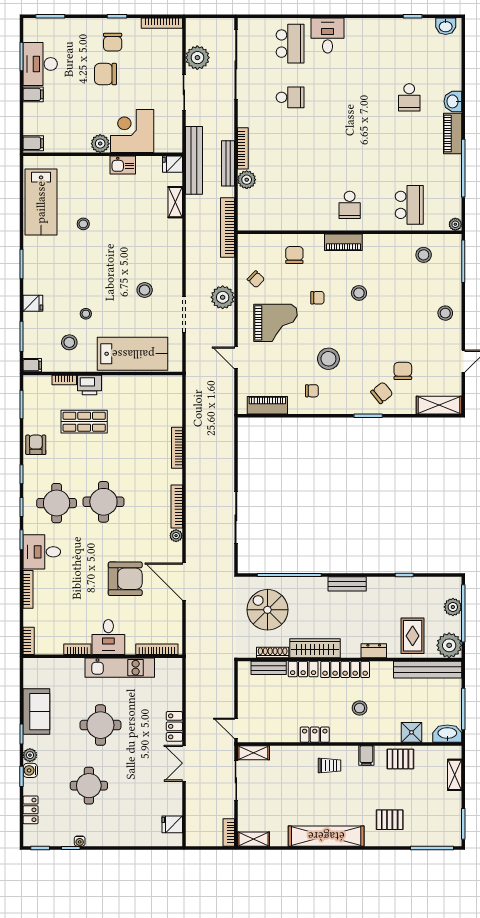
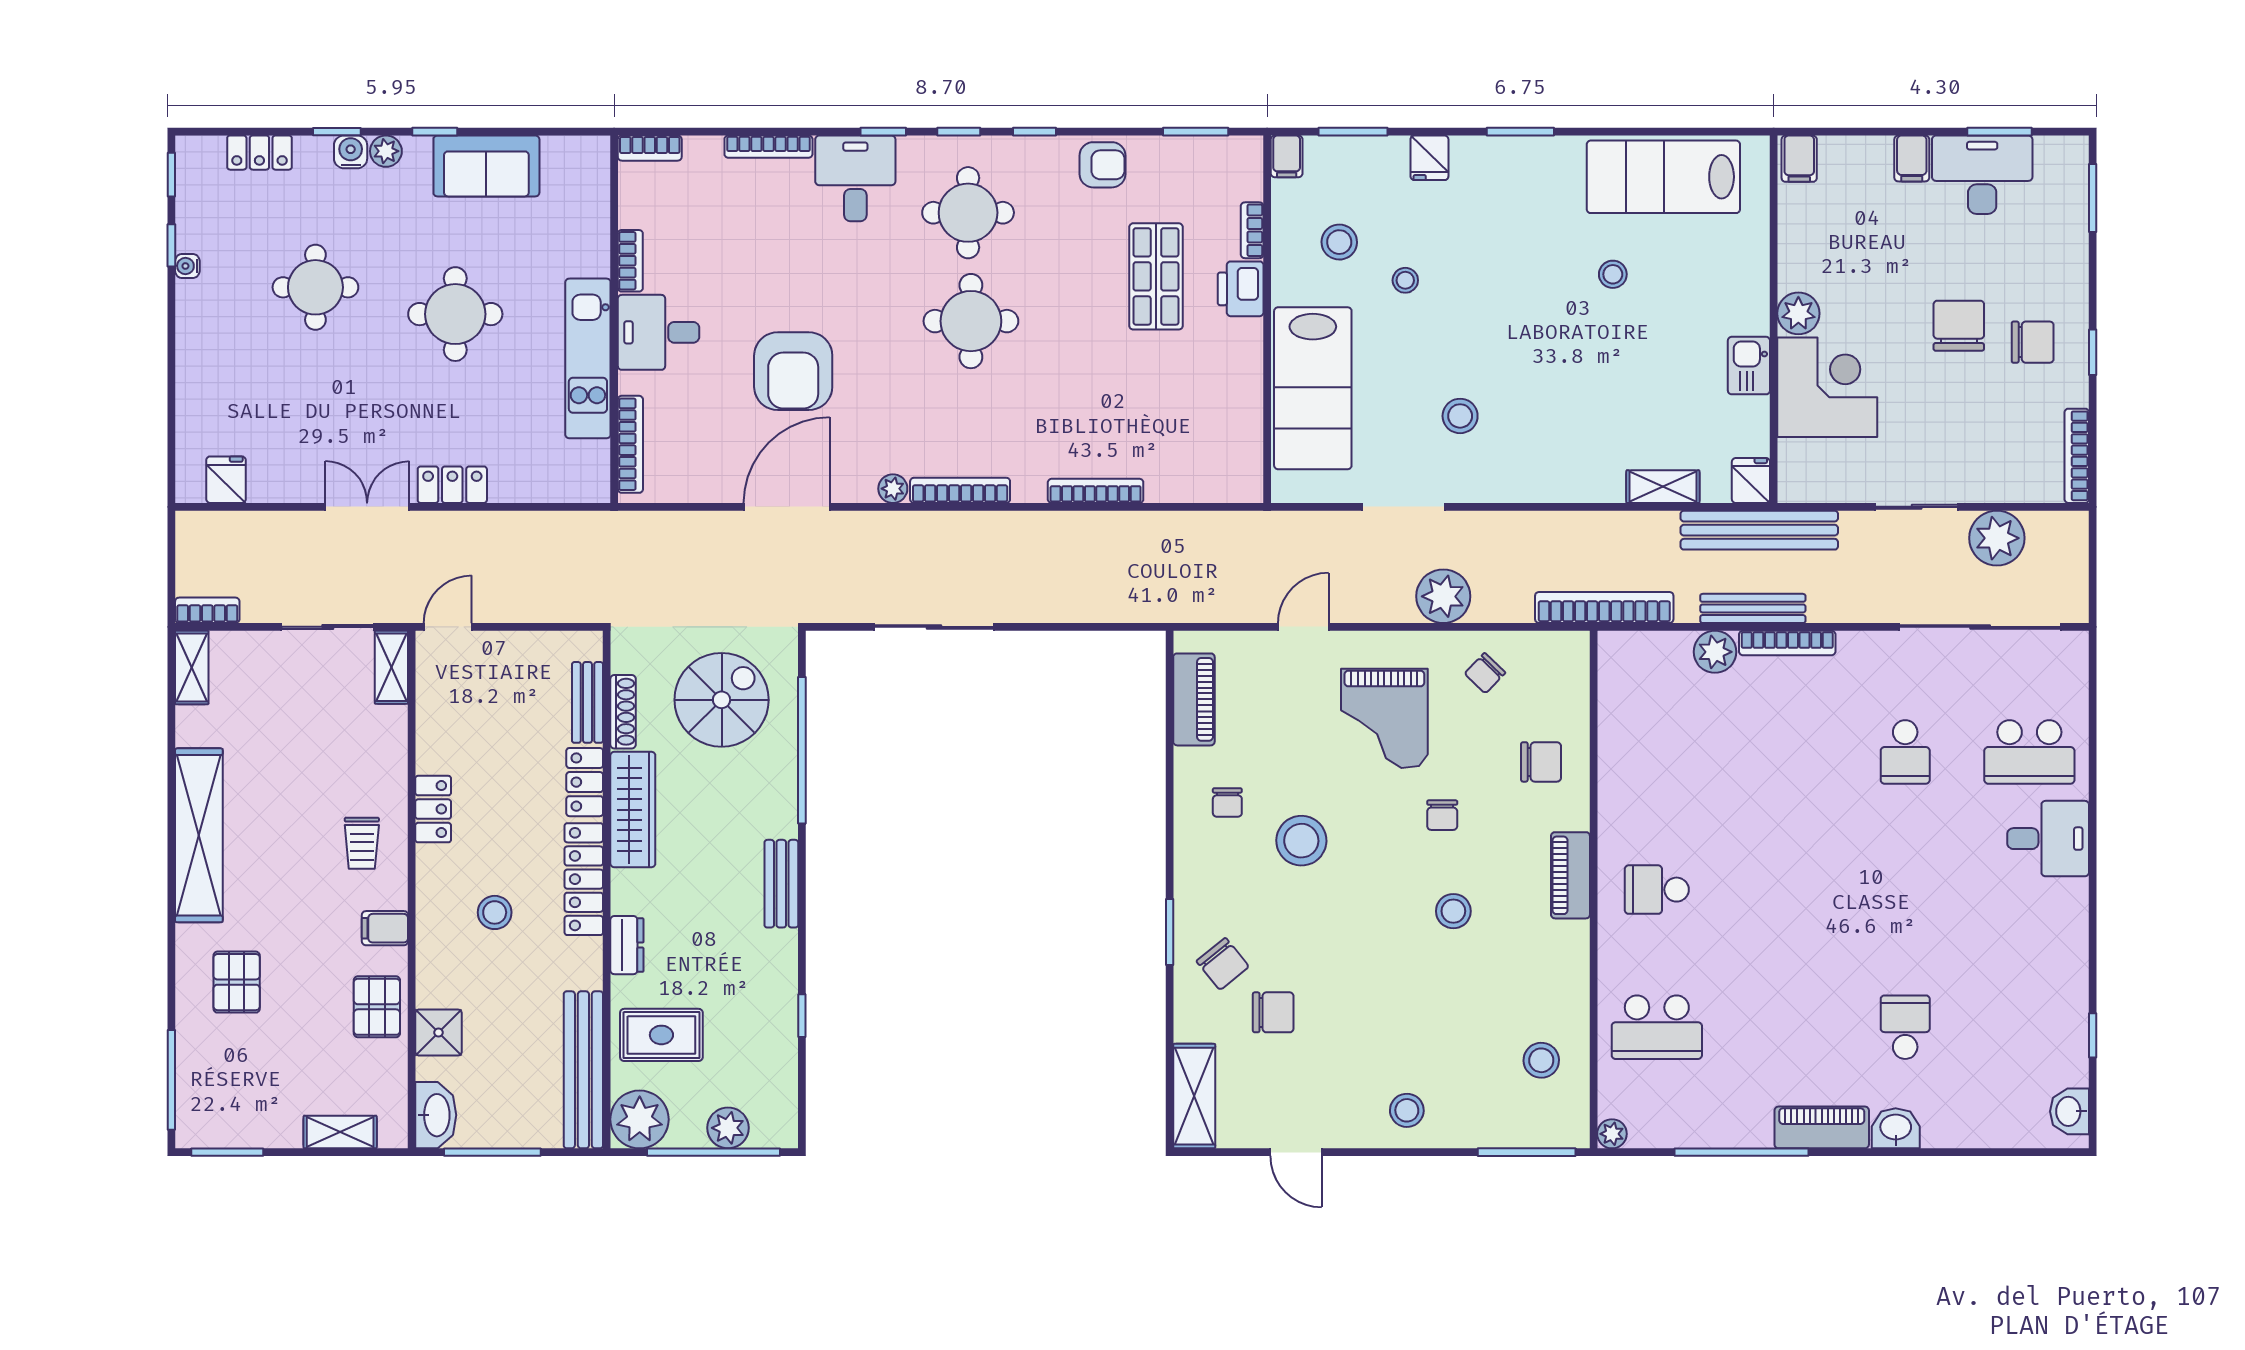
chair: (113, 42) -> (2033, 342), turned 180
school desk: (409, 97) -> (1905, 1027), turned 90

